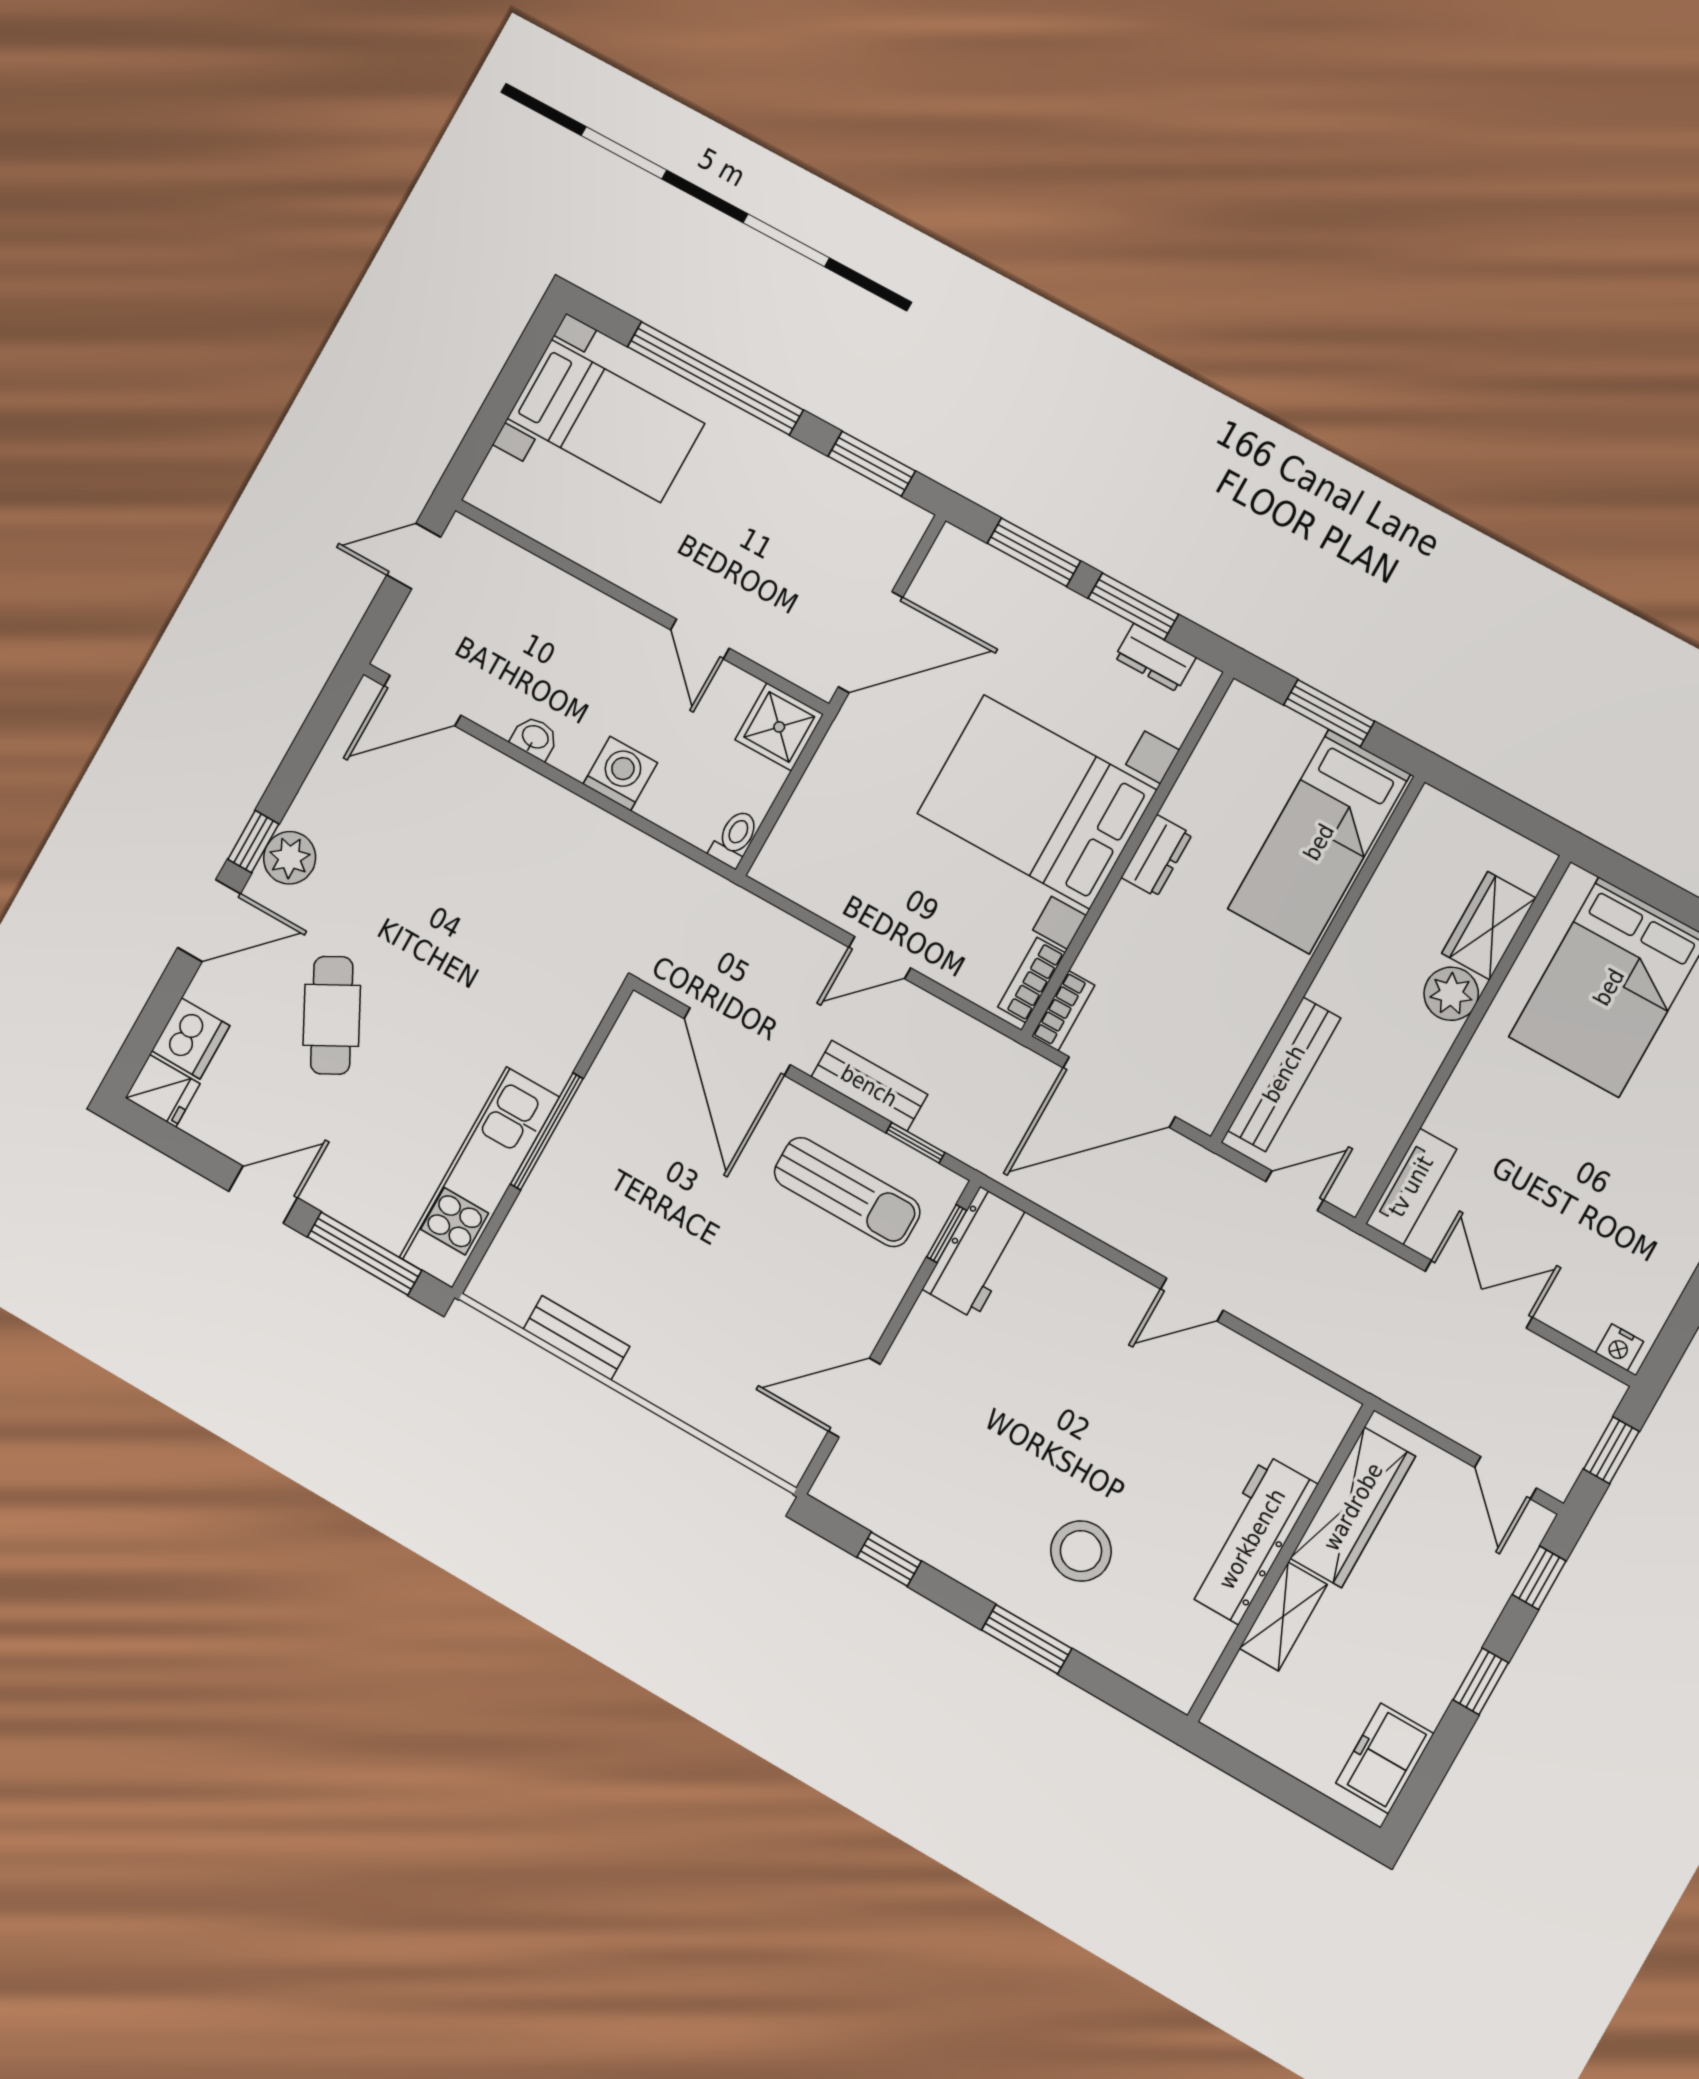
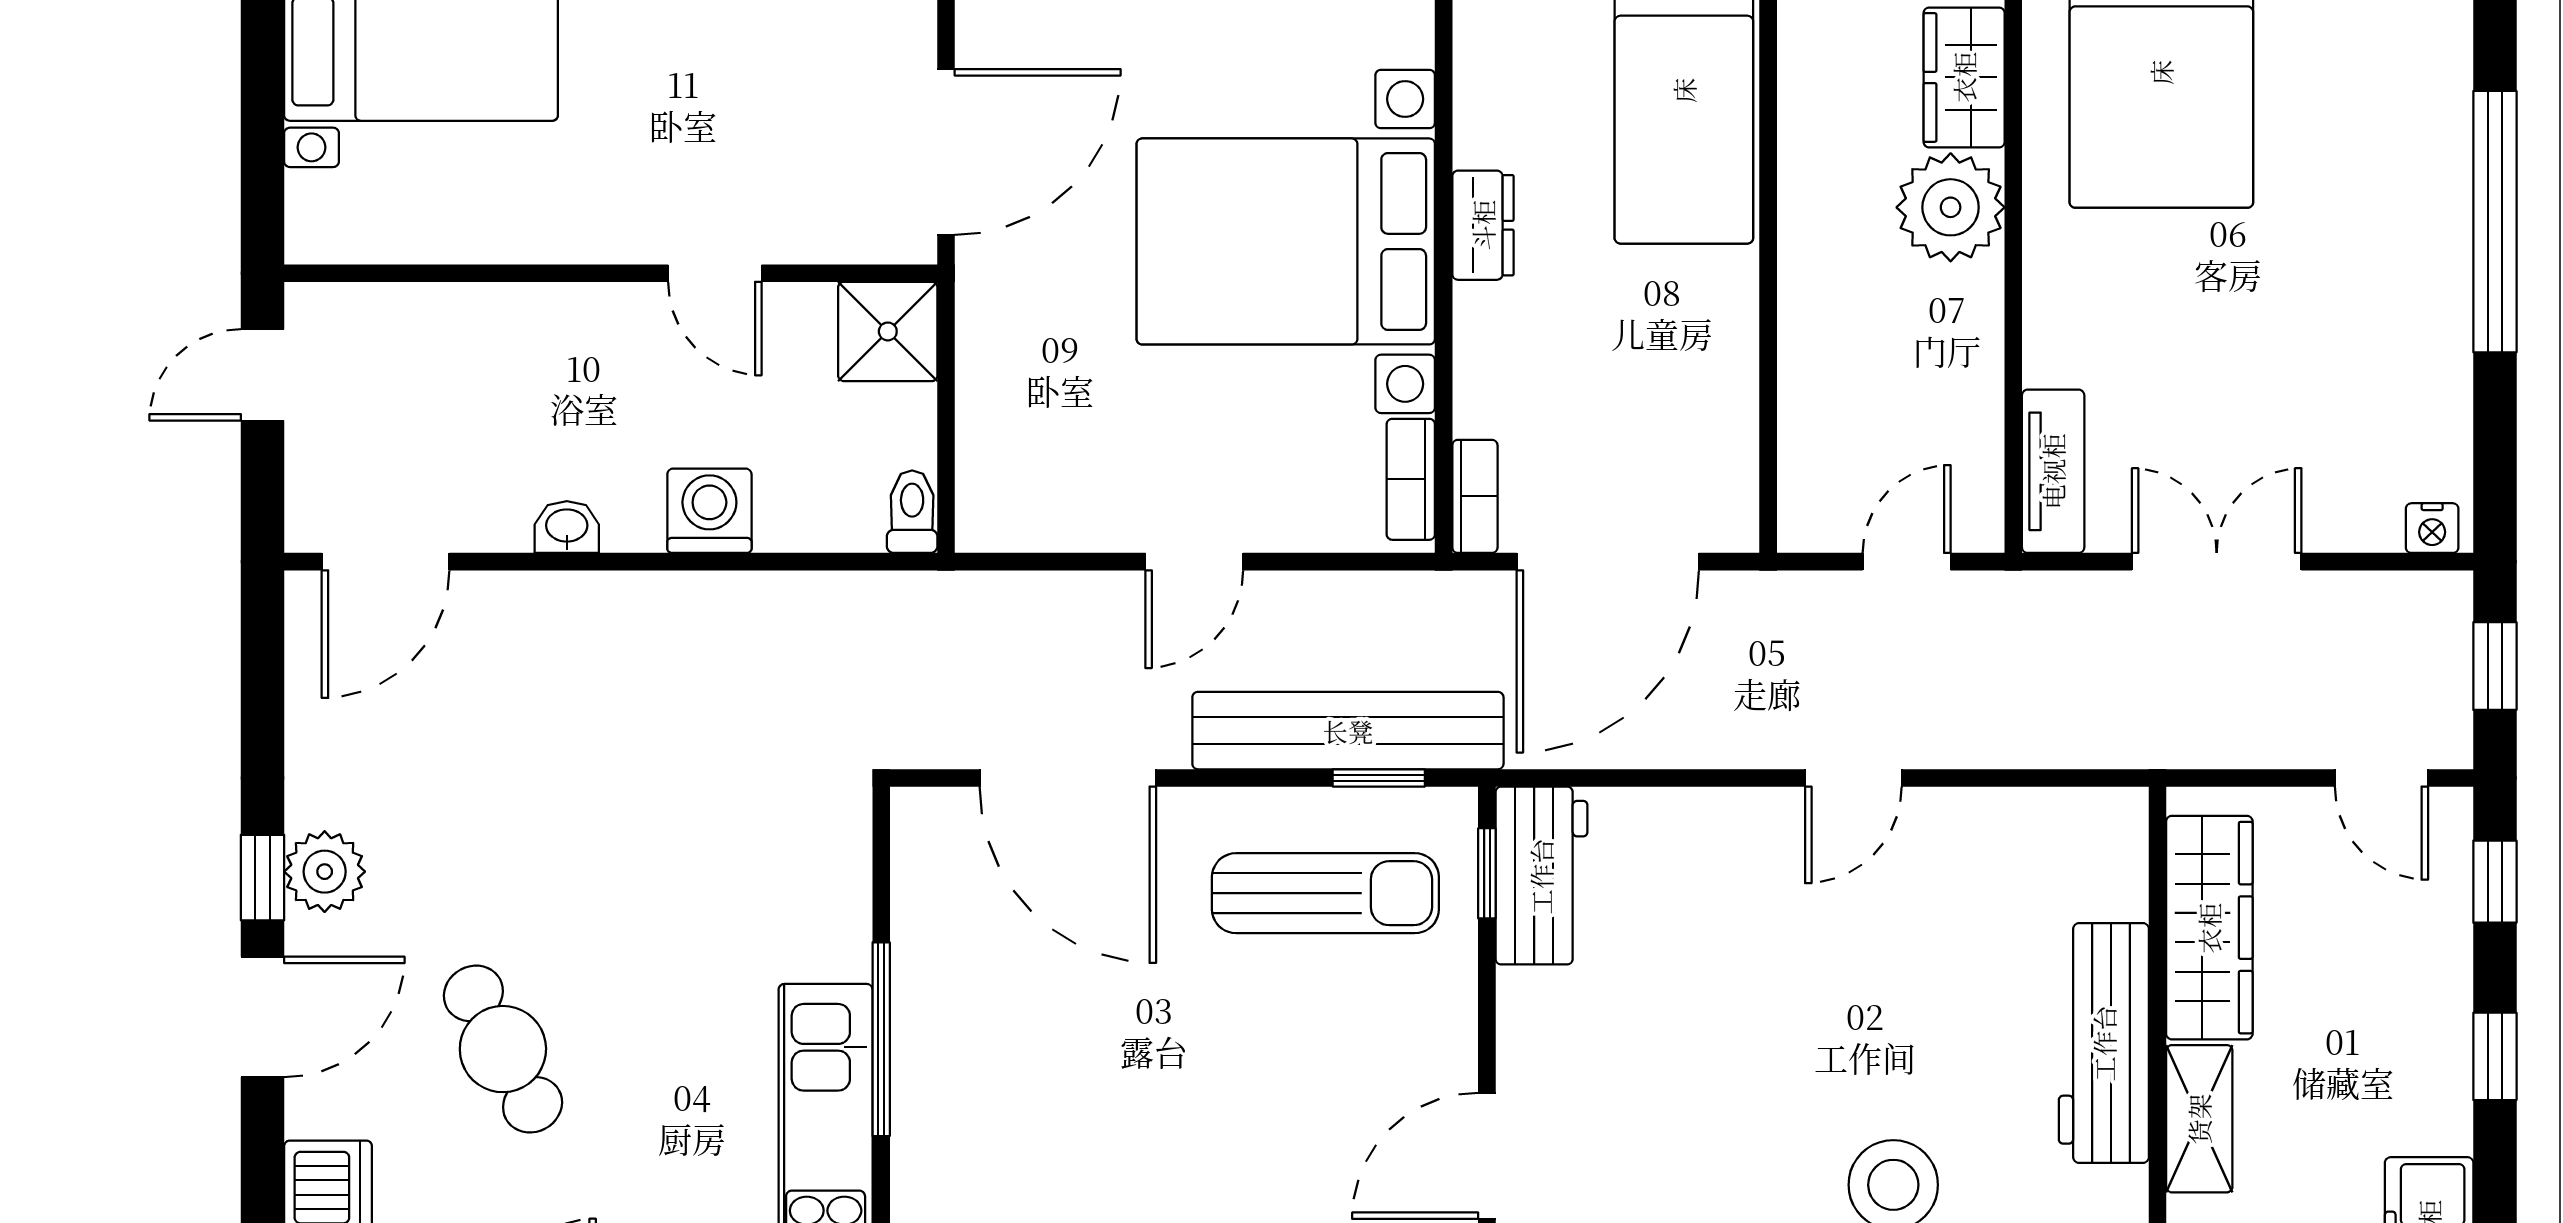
plant: (1451, 994) -> (1951, 207), width x1.36, depth x1.36
bench: (1284, 1074) -> (1809, 418), removed
bench: (869, 1086) -> (1348, 731), width x1.86, depth x1.21

